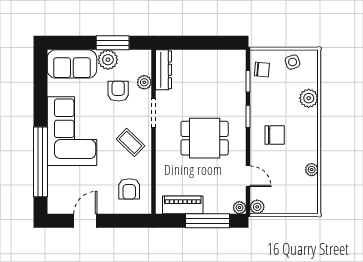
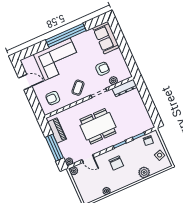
window: (113, 43) -> (127, 54), removed
plant: (108, 60) -> (117, 56), removed
corner sofa: (72, 131) -> (57, 59), moved
dining table: (205, 138) -> (98, 126), width x1.38
window: (40, 162) -> (66, 35), moved
door: (248, 176) -> (88, 159), hinge flipped

